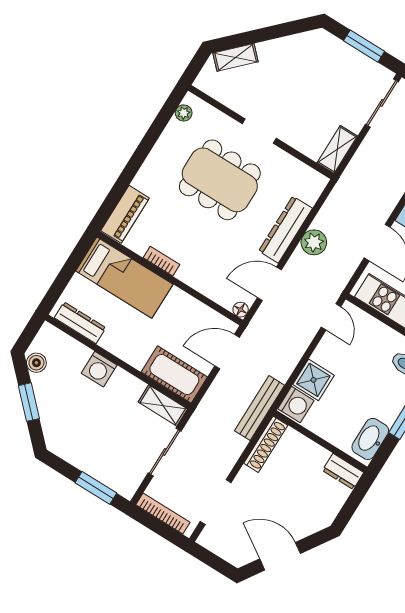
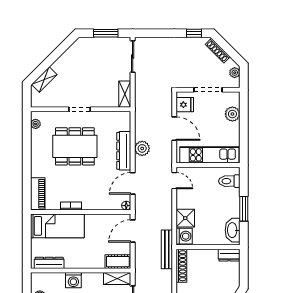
cot: (174, 374) -> (118, 262), width x0.73, depth x0.75

